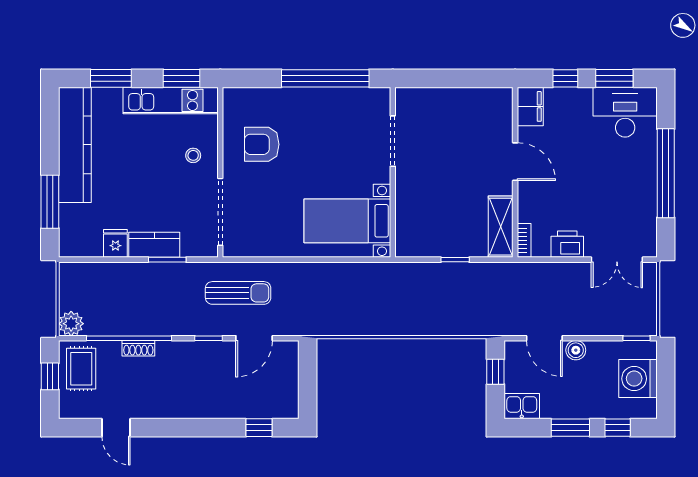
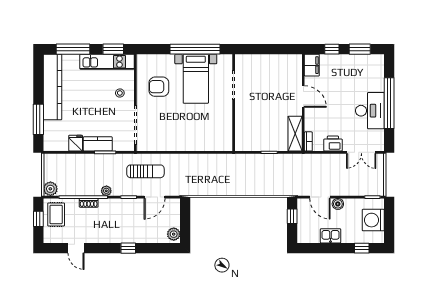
window: (111, 78) -> (73, 49), width x1.44
desk: (625, 112) -> (370, 111), moved, turned 90
bed with nightstands: (347, 221) -> (196, 79), moved, turned -90
plant: (169, 327) -> (106, 191), added
plant: (288, 403) -> (174, 234), added
kitchen sink: (522, 406) -> (331, 236), moved
window: (259, 428) -> (128, 248), moved
window: (570, 428) -> (335, 248), removed

